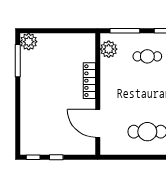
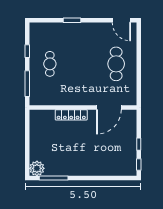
plant: (109, 49) -> (43, 98), removed

